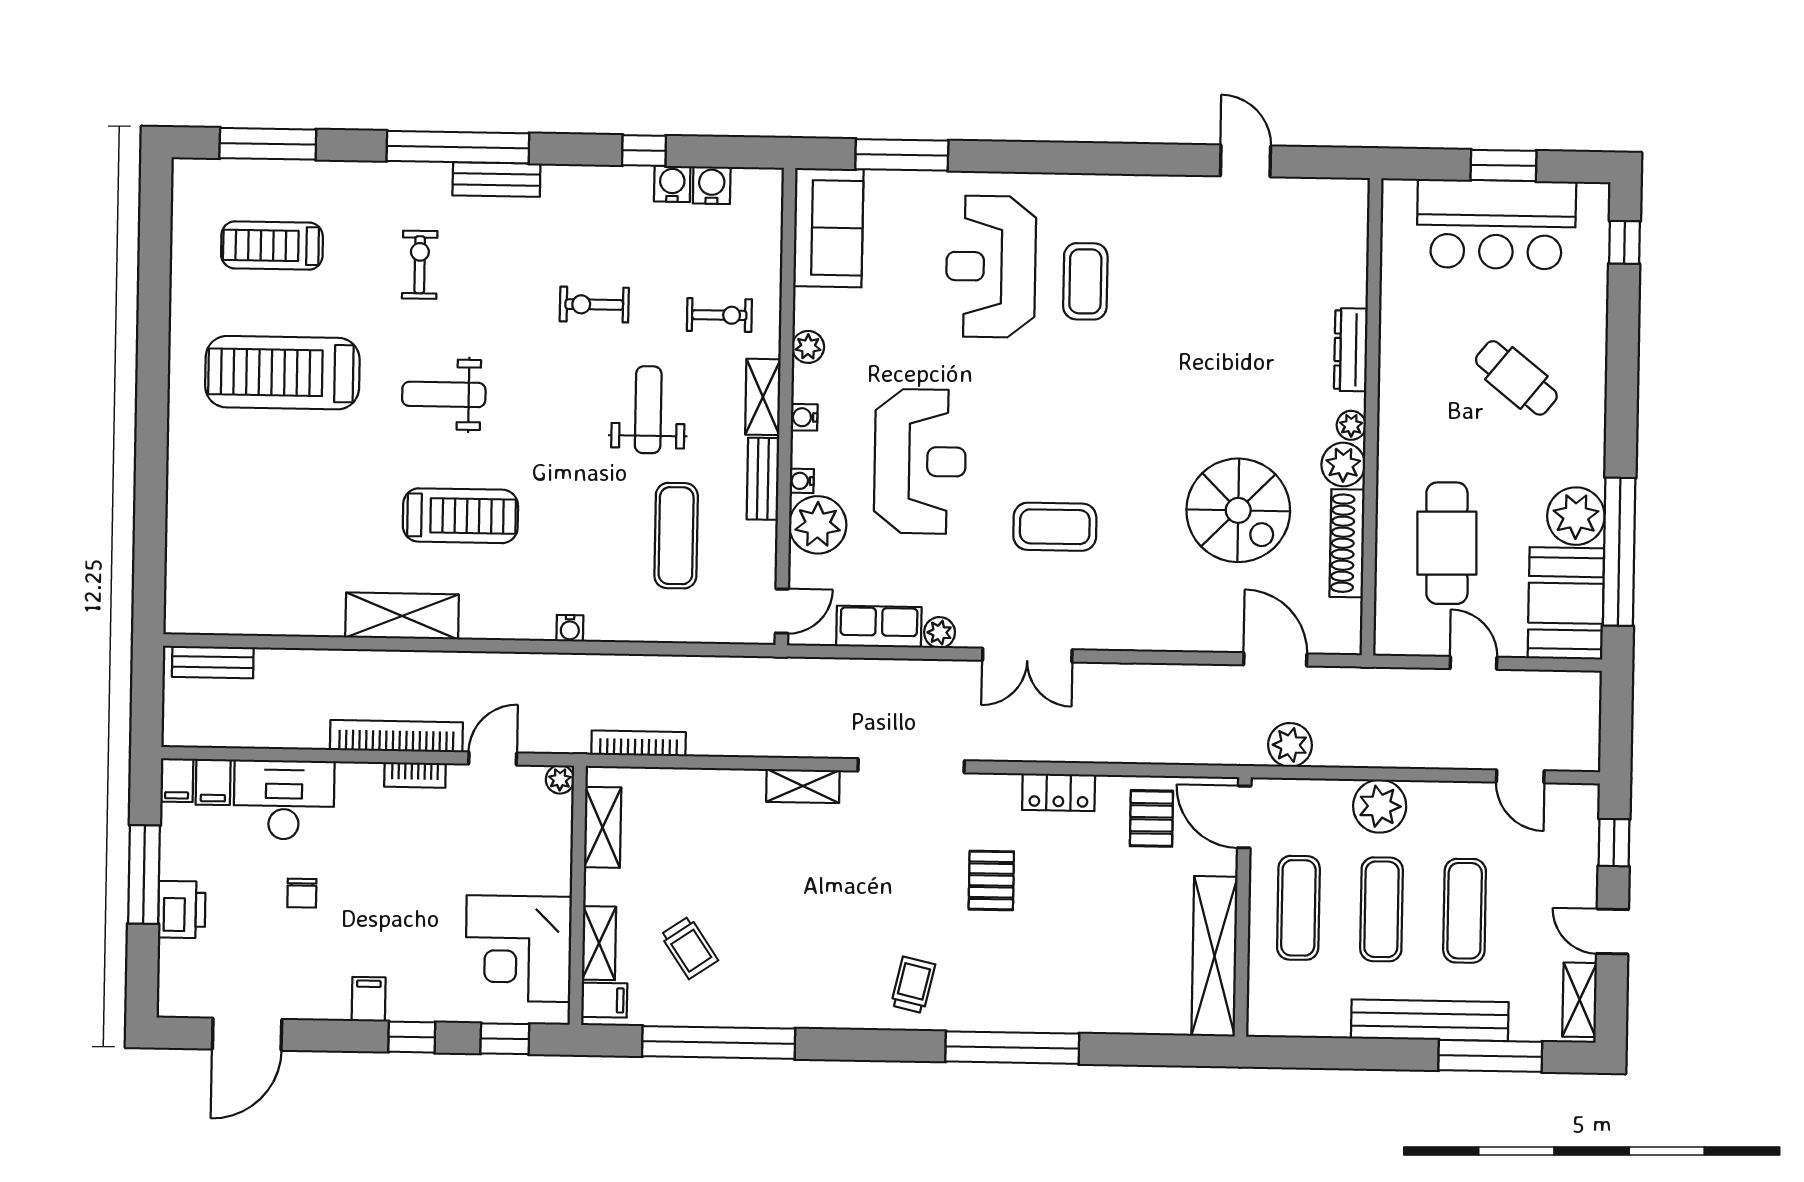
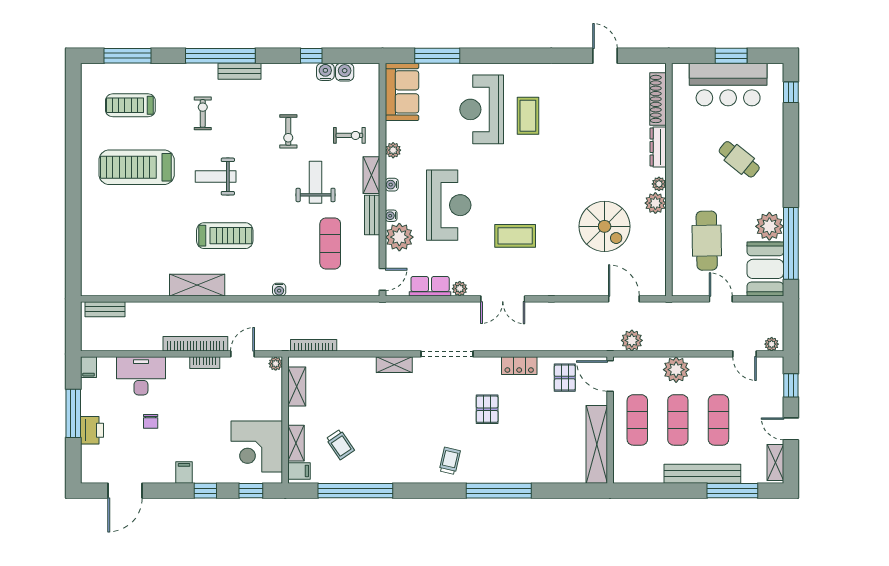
exercise bike: (594, 305) -> (288, 131), turned -90
shoe rack: (1347, 543) -> (658, 99), moved
plant: (1576, 757) -> (772, 344), added
filing cabinet: (213, 782) -> (106, 368), removed

